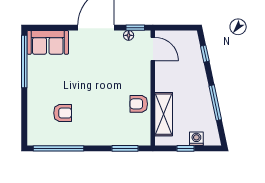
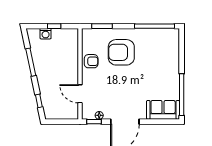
door: (153, 49) -> (80, 94), moved
armchair: (63, 113) -> (121, 52), moved, width x1.88, depth x1.88
shelving: (164, 114) -> (71, 53), removed

